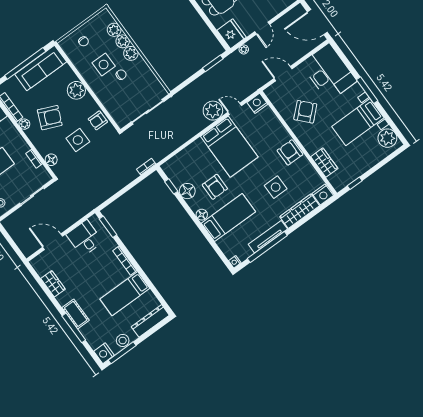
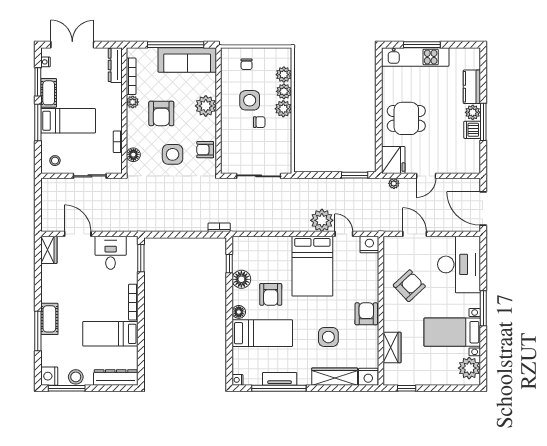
armchair: (50, 118) -> (161, 113), turned 67
tv unit: (268, 237) -> (280, 379), width x0.71
wardrobe: (53, 284) -> (49, 250), moved

